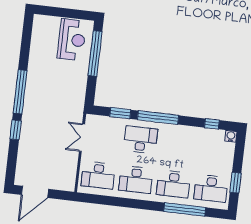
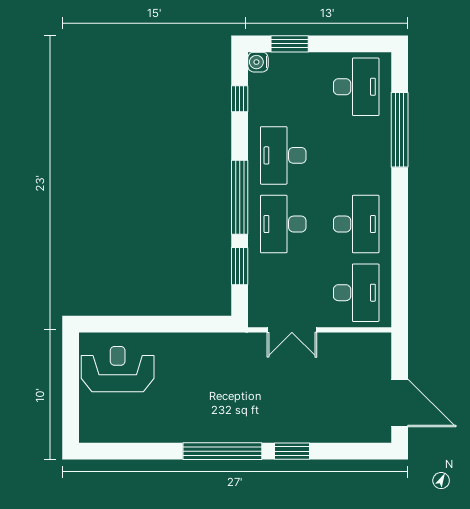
window: (95, 54) -> (138, 324), removed
window: (236, 183) -> (290, 44), moved
desk: (173, 184) -> (283, 155), moved, turned 180

